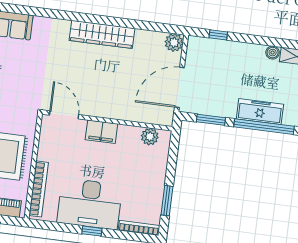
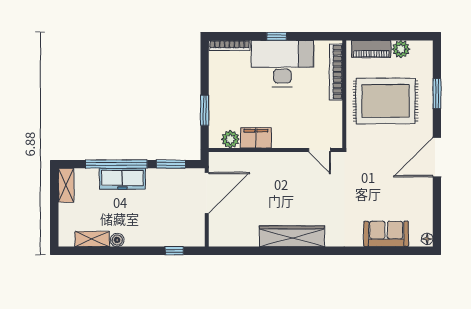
plant: (174, 42) -> (218, 237), removed
door: (64, 115) -> (320, 150), width x0.73
filing cabinet: (101, 132) -> (256, 138), moved
window: (167, 201) -> (205, 110), moved

